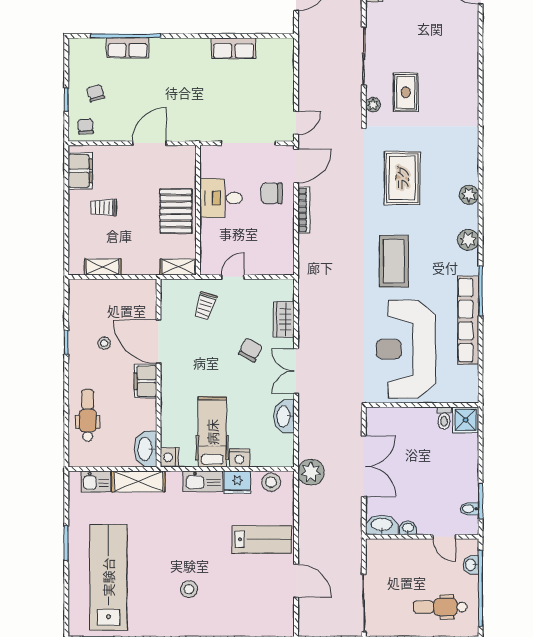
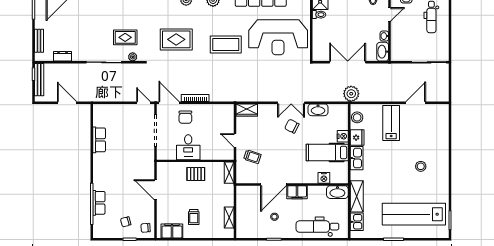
pallet: (176, 211) -> (196, 174), width x0.67, depth x0.71
wardrobe: (284, 319) -> (247, 110), moved
chair: (250, 350) -> (292, 126), moved
dental chair: (88, 415) -> (317, 227), width x1.36, depth x1.38
nightstand: (170, 457) -> (324, 178), moved

